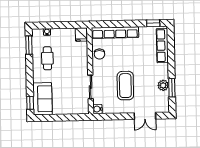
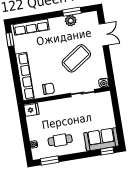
coffee table: (125, 86) -> (76, 58), turned -34

